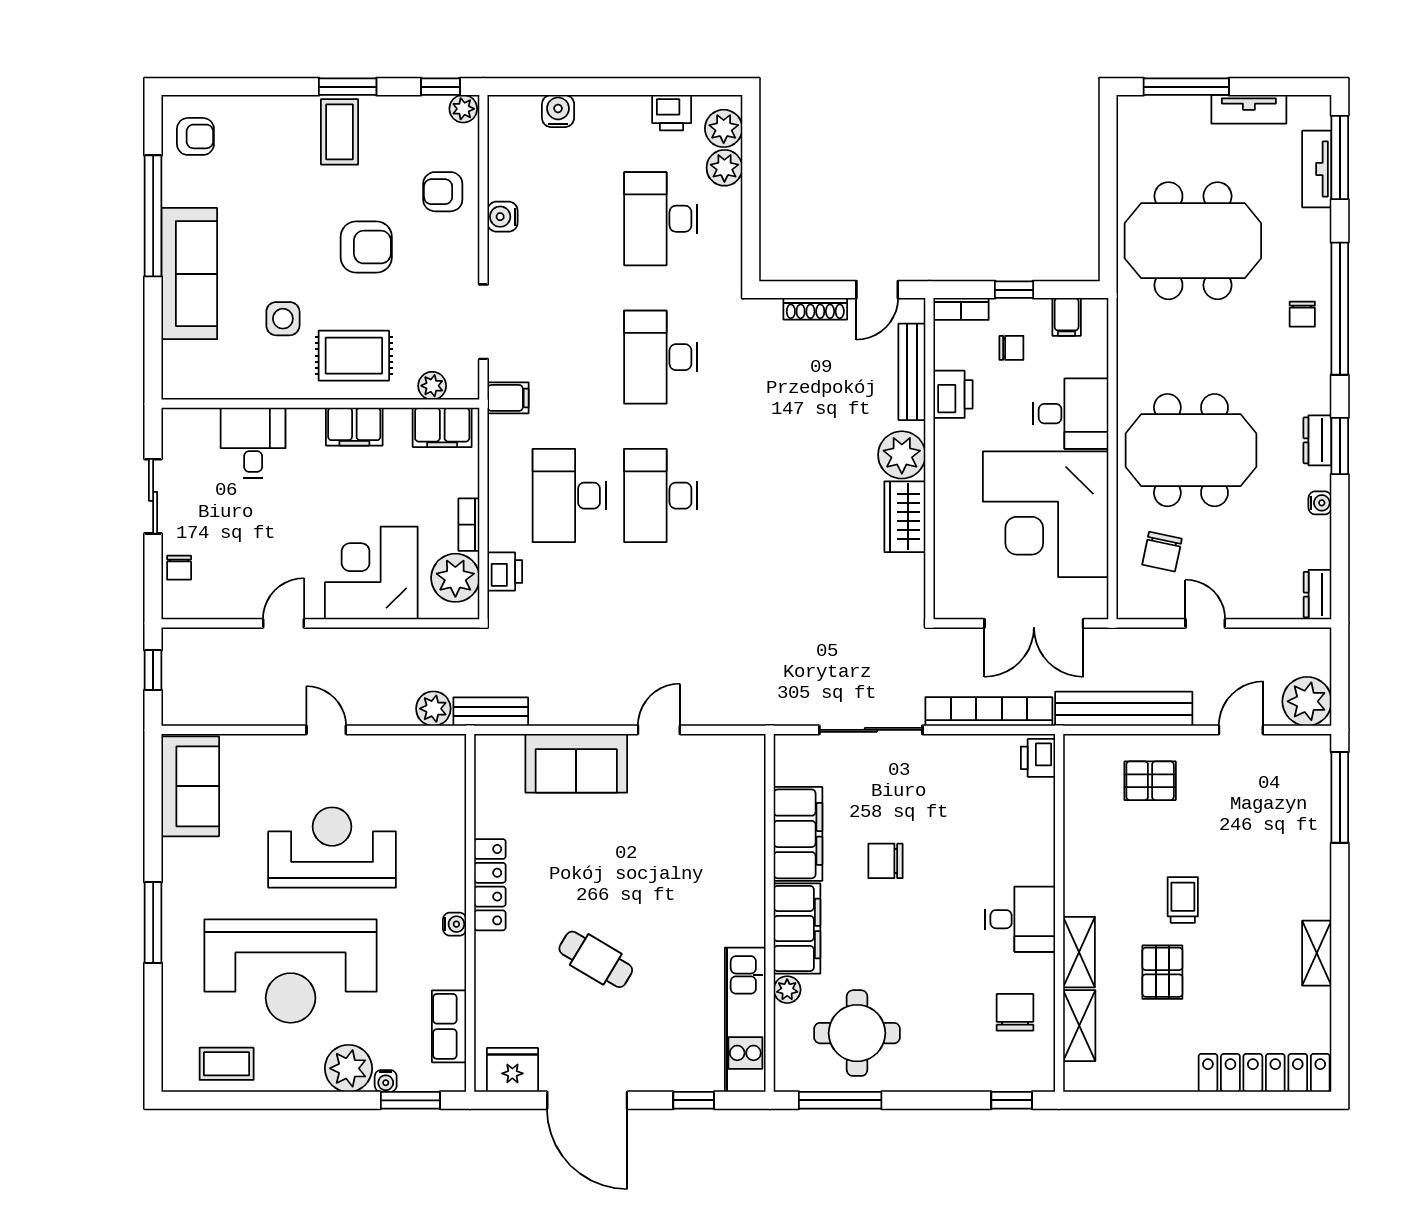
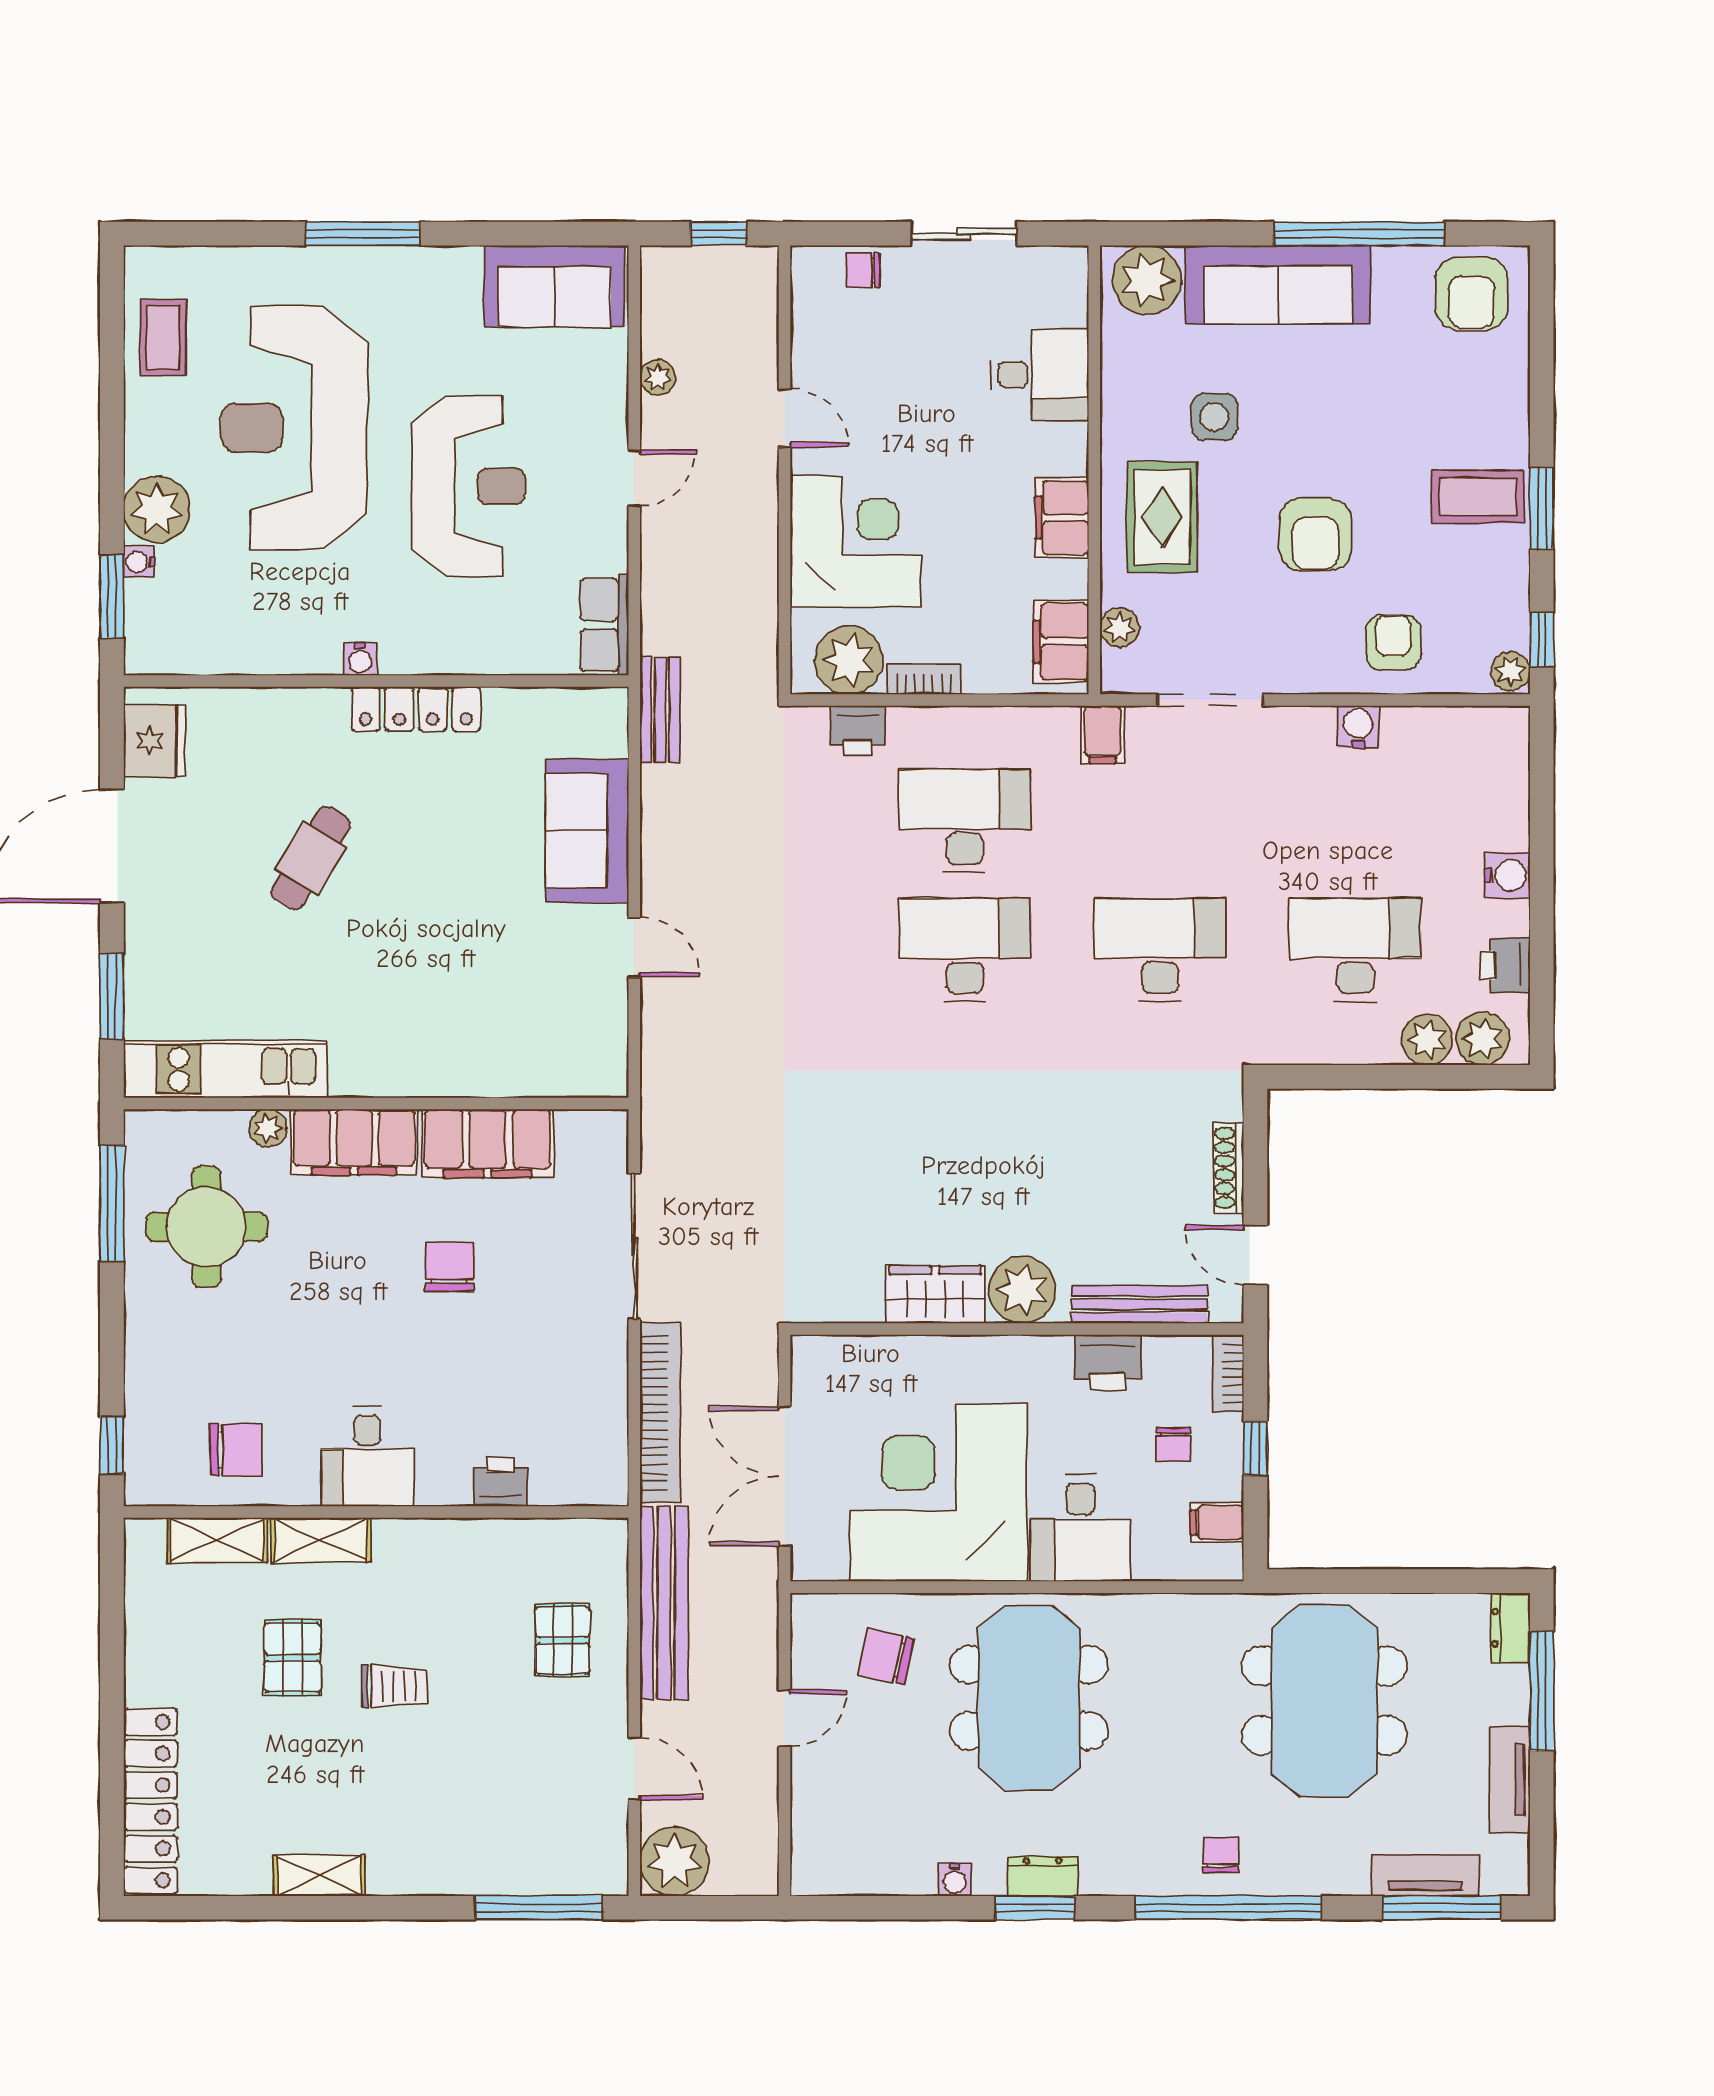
water cooler: (558, 111) -> (1507, 875), moved
armchair: (195, 136) -> (1471, 293), width x1.38, depth x1.38
chair: (1302, 314) -> (1221, 1855), turned 90
plant: (186, 366) -> (1147, 280), added
dresser: (1318, 595) -> (1510, 1628), moved, turned -90
plant: (433, 709) -> (658, 377), moved, width x0.73, depth x0.73
printer: (1038, 758) -> (501, 1482), moved
pallet: (1162, 972) -> (292, 1658), turned 90
row of seats: (449, 1026) -> (604, 625), moved, turned -90
window: (694, 1100) -> (112, 996), width x1.50

